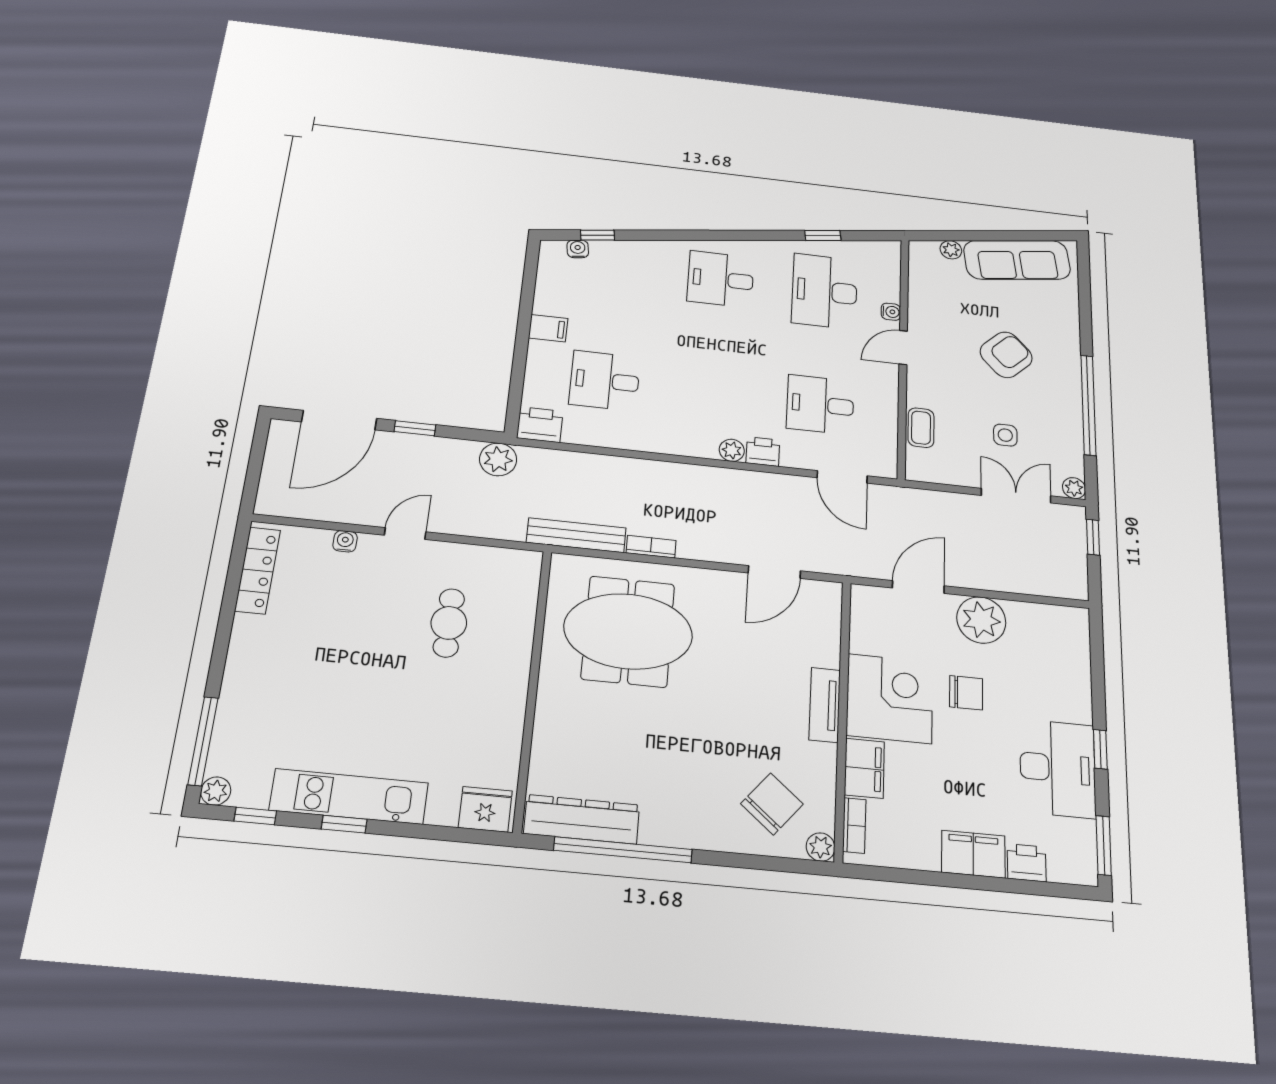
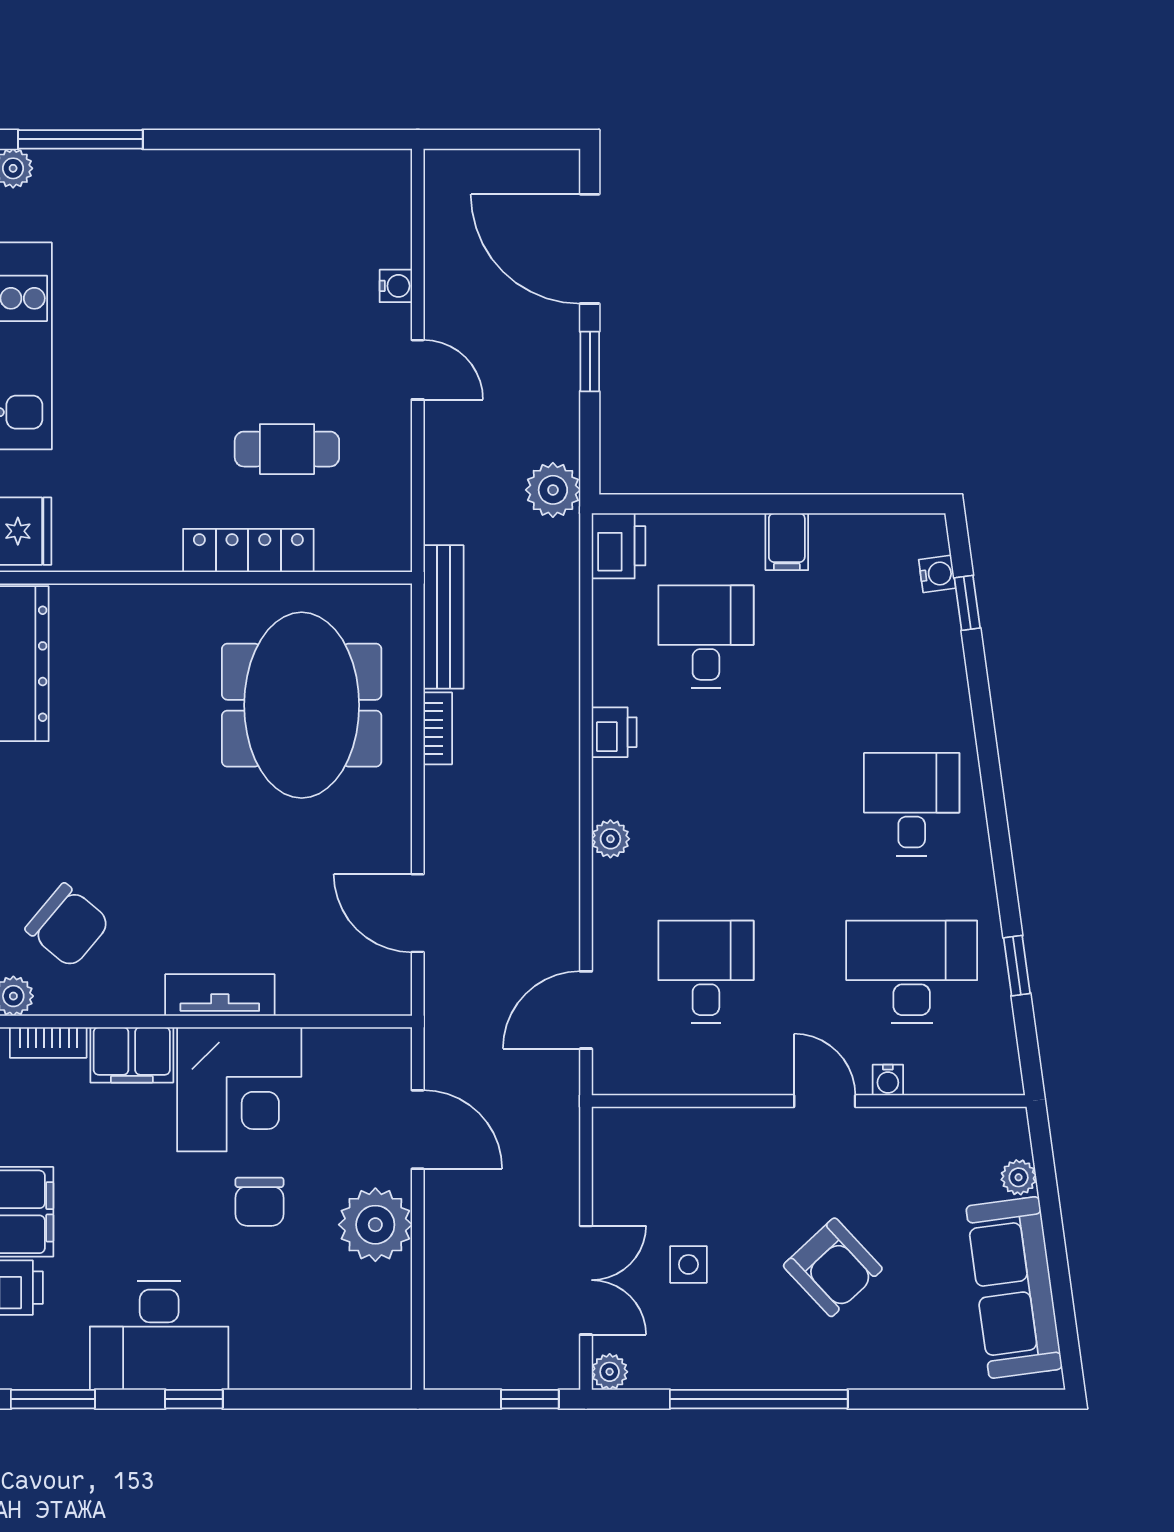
coffee table: (921, 428) -> (685, 1131), removed
printer: (763, 452) -> (614, 732), moved
locker: (258, 570) -> (248, 550), moved, turned 180

